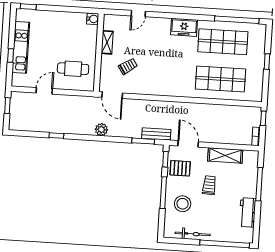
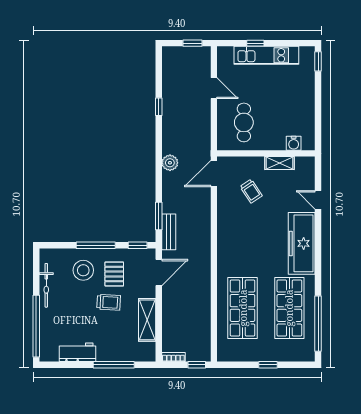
water cooler: (93, 19) -> (294, 143), moved
freezer: (184, 27) -> (302, 243), width x1.91, depth x1.26
pallet: (180, 168) -> (114, 274), moved

